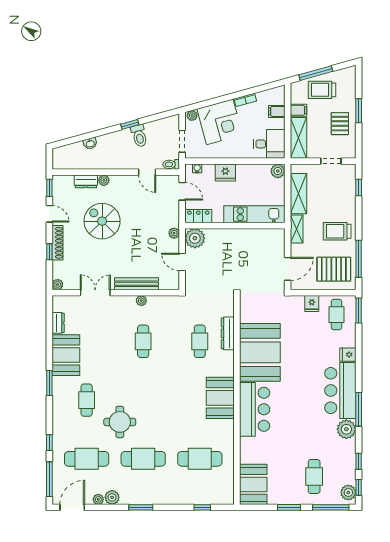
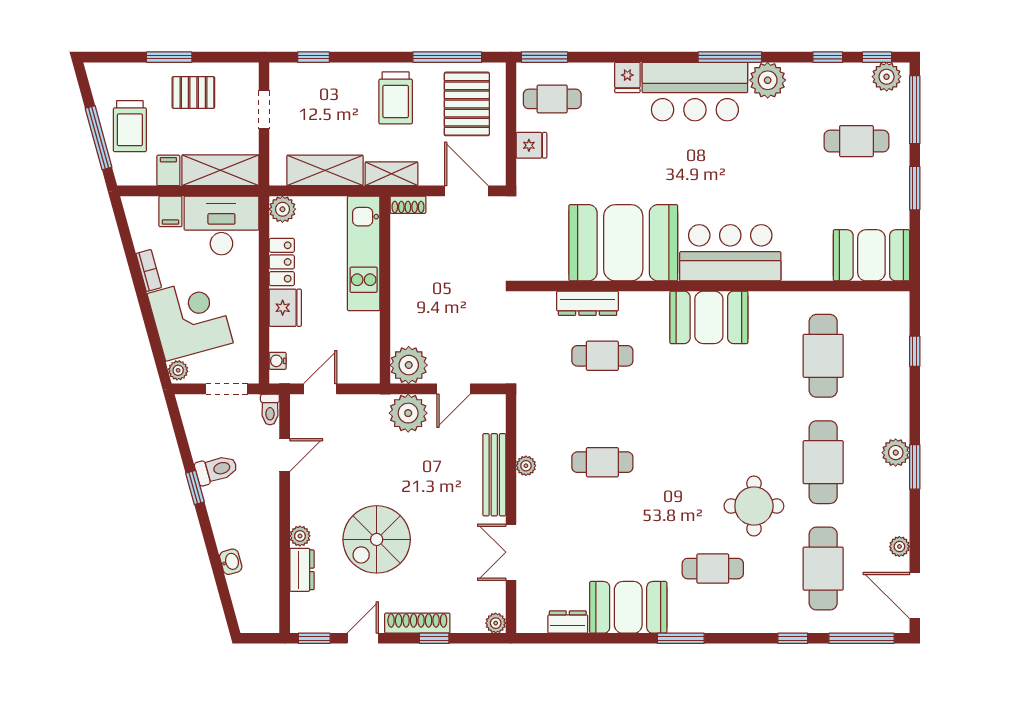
desk: (269, 144) -> (221, 225), width x1.37
locker: (198, 216) -> (282, 262), moved, turned 180
plant: (174, 233) -> (408, 413), width x1.87, depth x1.87
shoe rack: (280, 238) -> (408, 205), added
plant: (112, 497) -> (896, 453), moved

